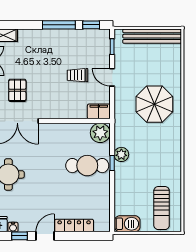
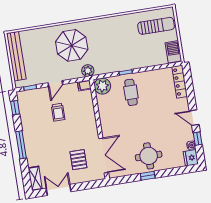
window: (59, 25) -> (21, 145), moved
pallet: (17, 90) -> (78, 160), turned 90
filing cabinet: (99, 111) -> (84, 85), width x0.50
plant: (121, 154) -> (88, 71), moved
cafe table: (87, 166) -> (131, 92), width x0.73, depth x0.74
locker: (74, 226) -> (180, 82), moved

